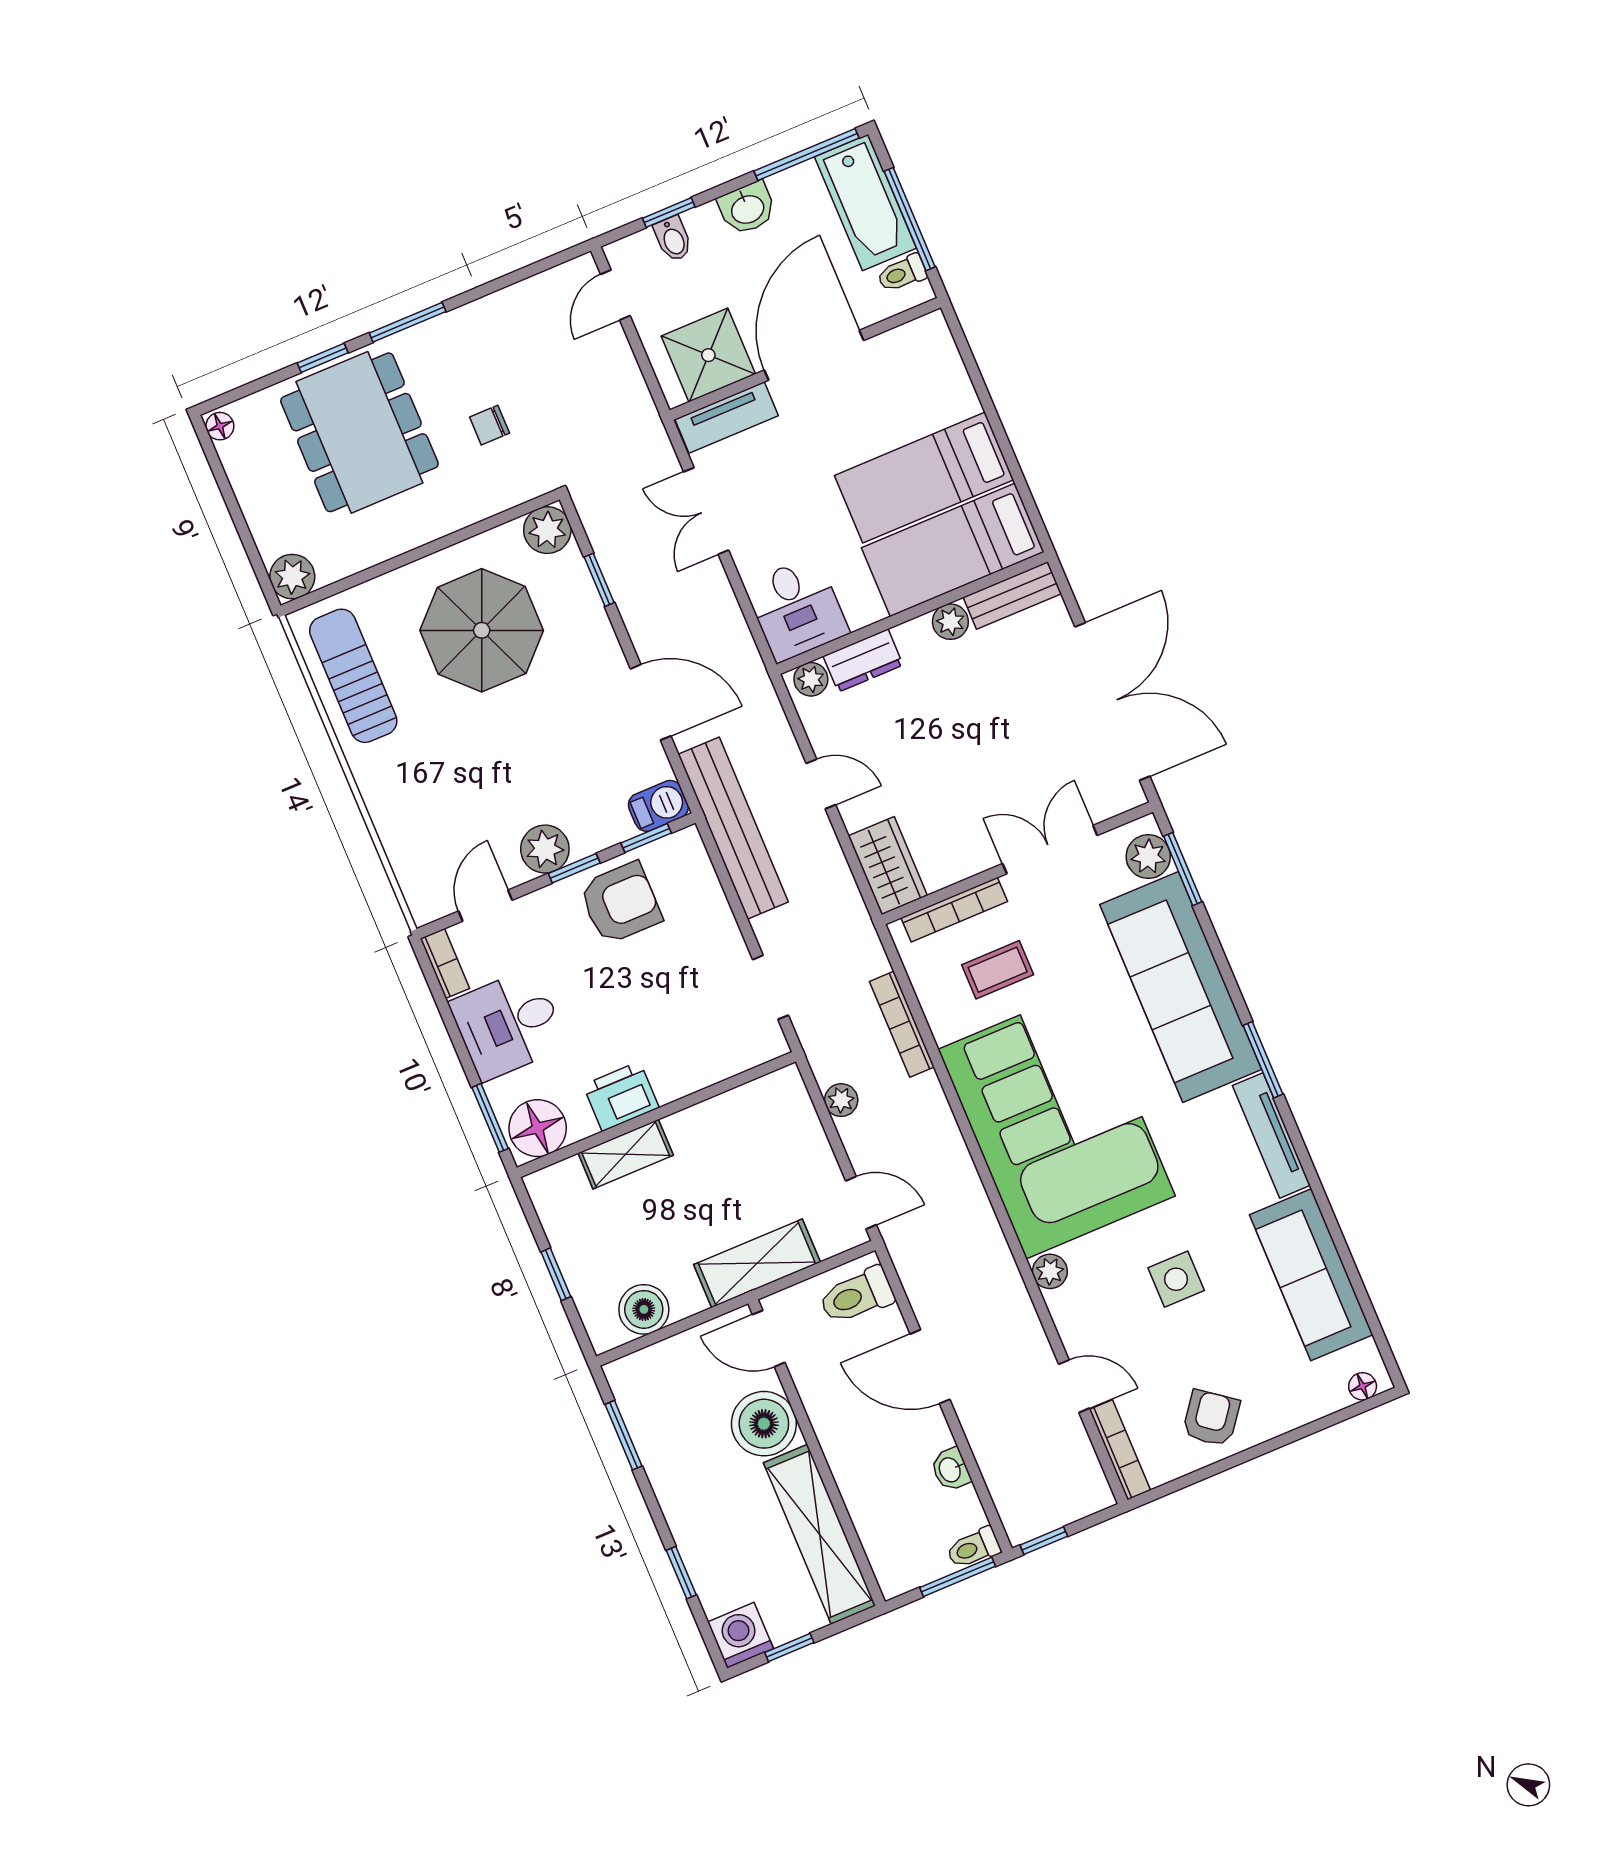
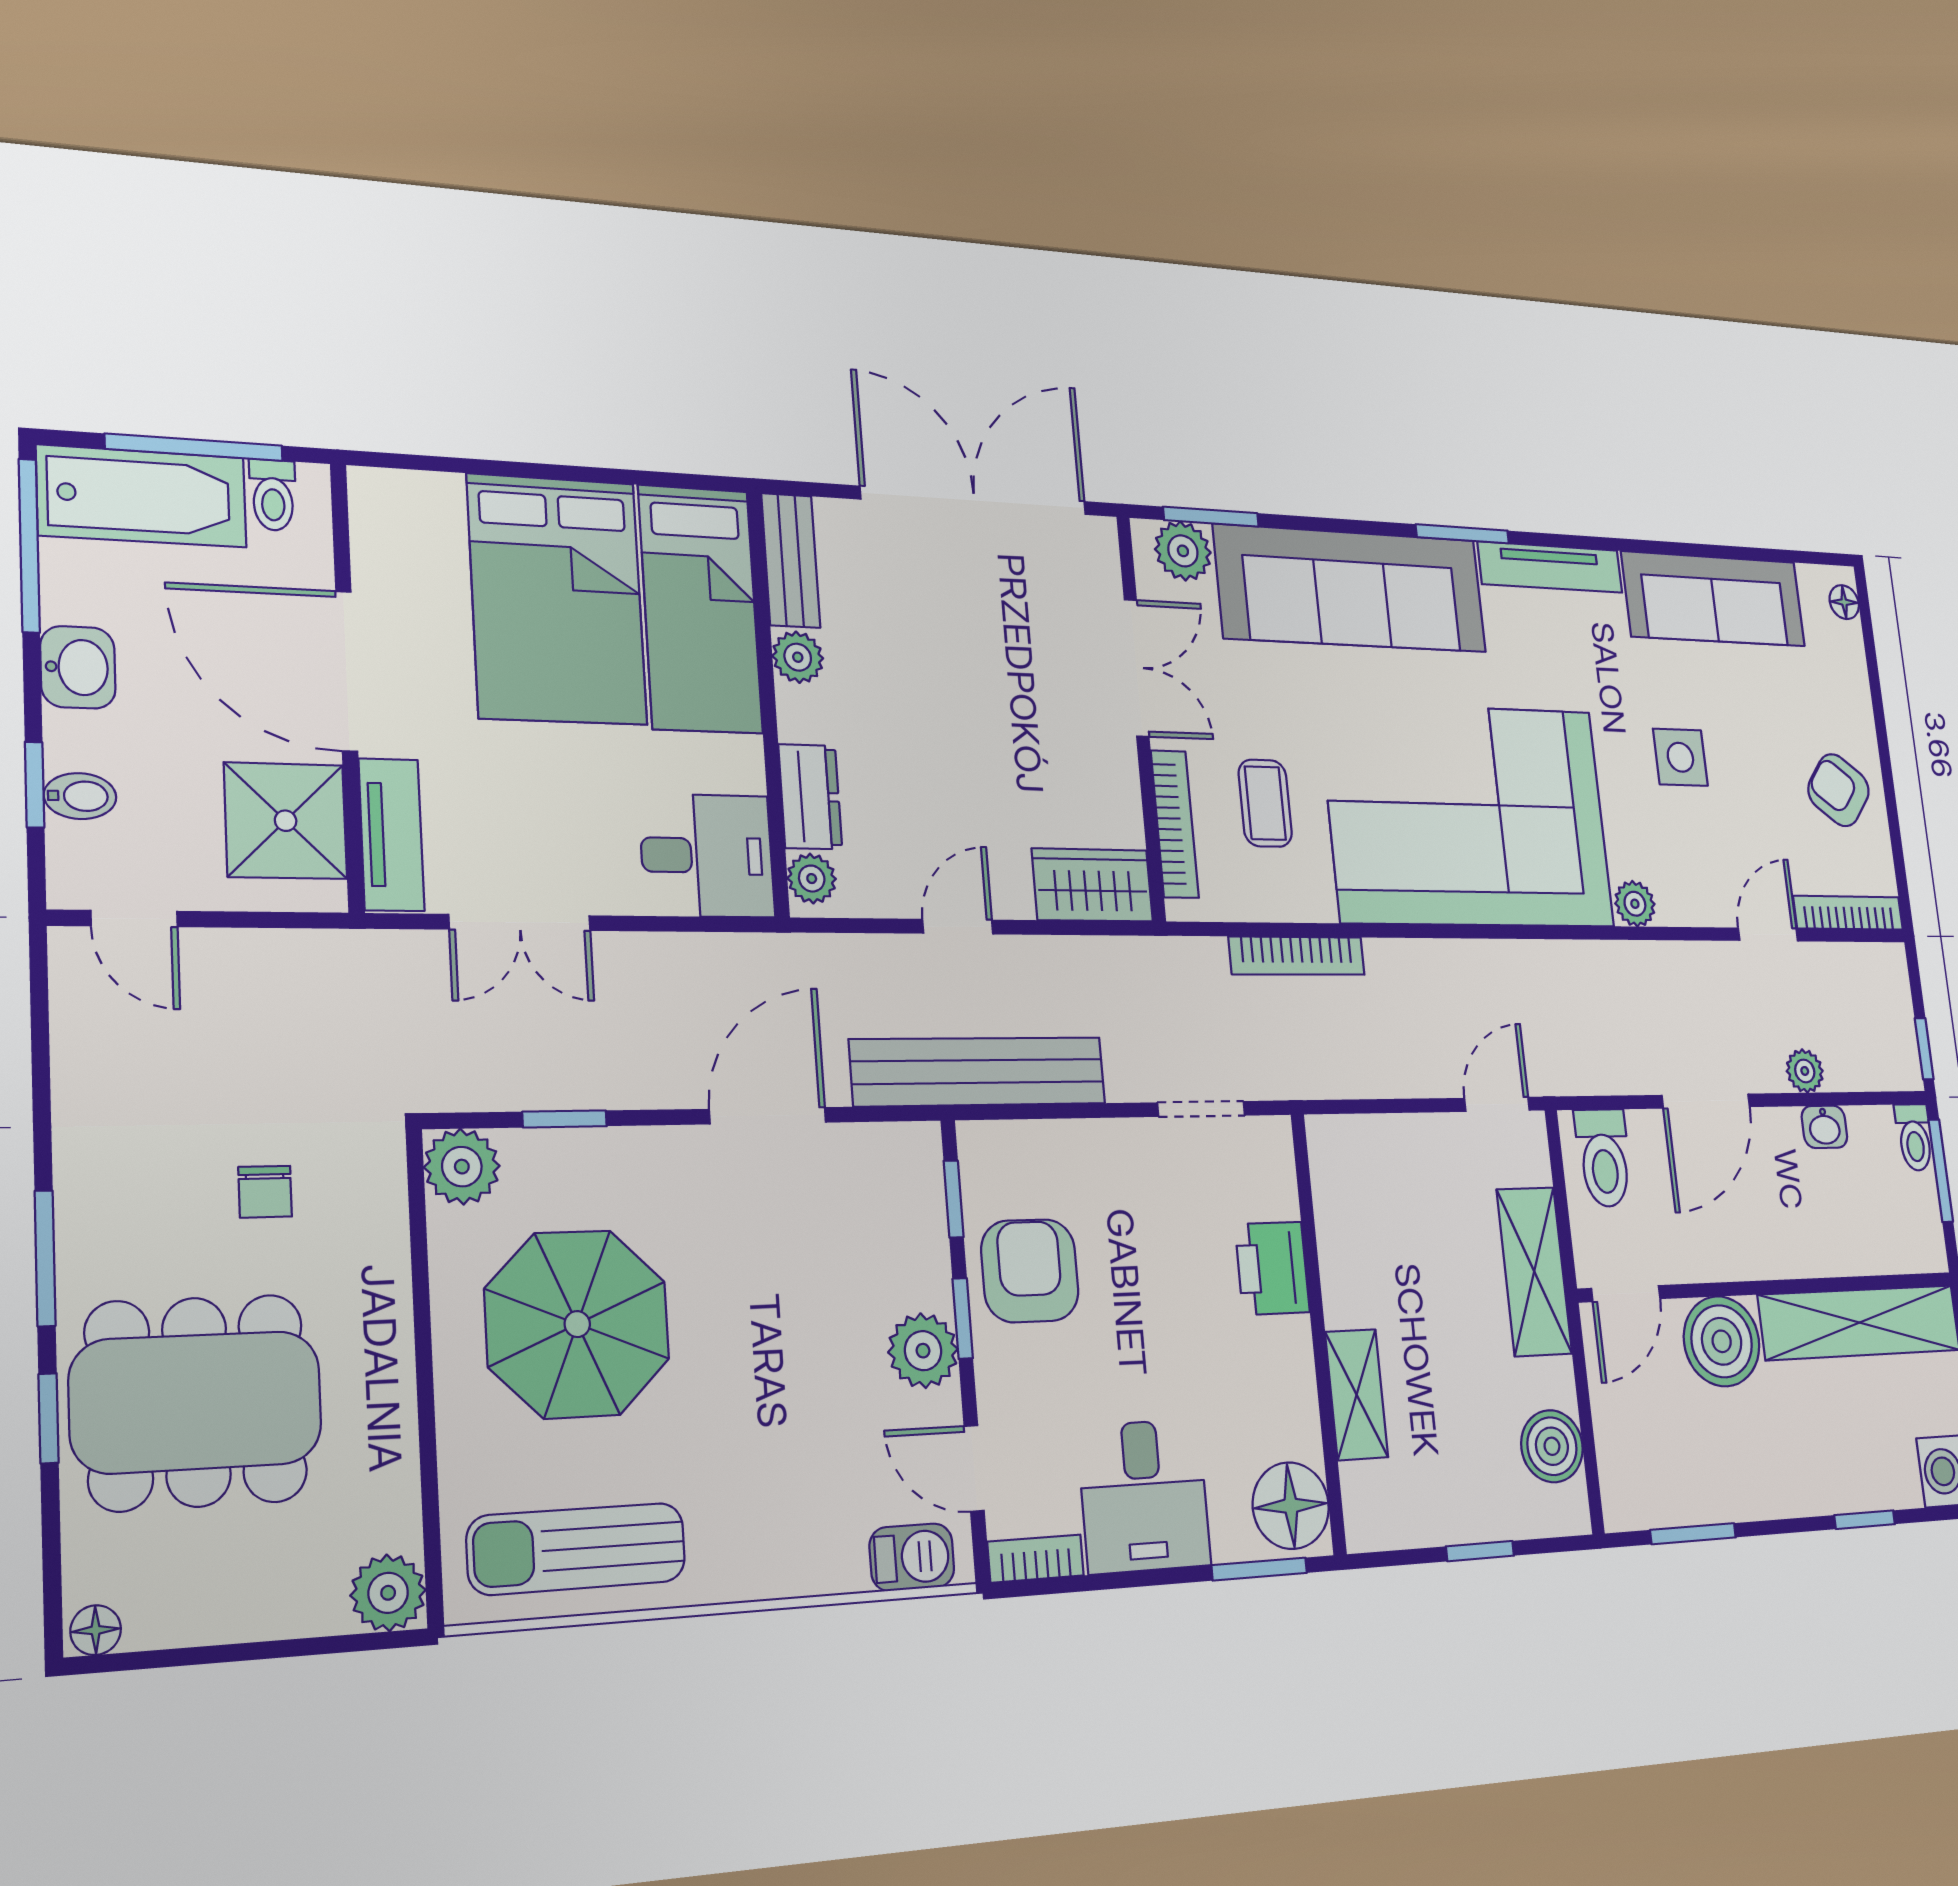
bed: (924, 478) -> (557, 599), width x1.50
barbecue: (658, 806) -> (912, 1557), moved, turned 90
double door: (1050, 850) -> (1137, 668), swing flipped
printer: (621, 1096) -> (1272, 1268), moved
plant: (841, 1100) -> (1805, 1071), moved

